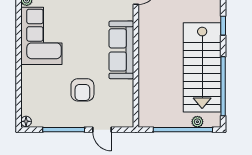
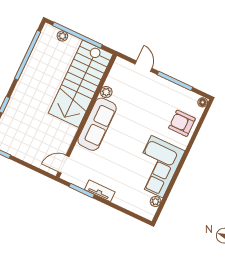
stairs: (202, 67) -> (81, 84), moved, turned 180
plant: (127, 86) -> (106, 92), added
armchair: (82, 90) -> (182, 123), moved, turned -90

